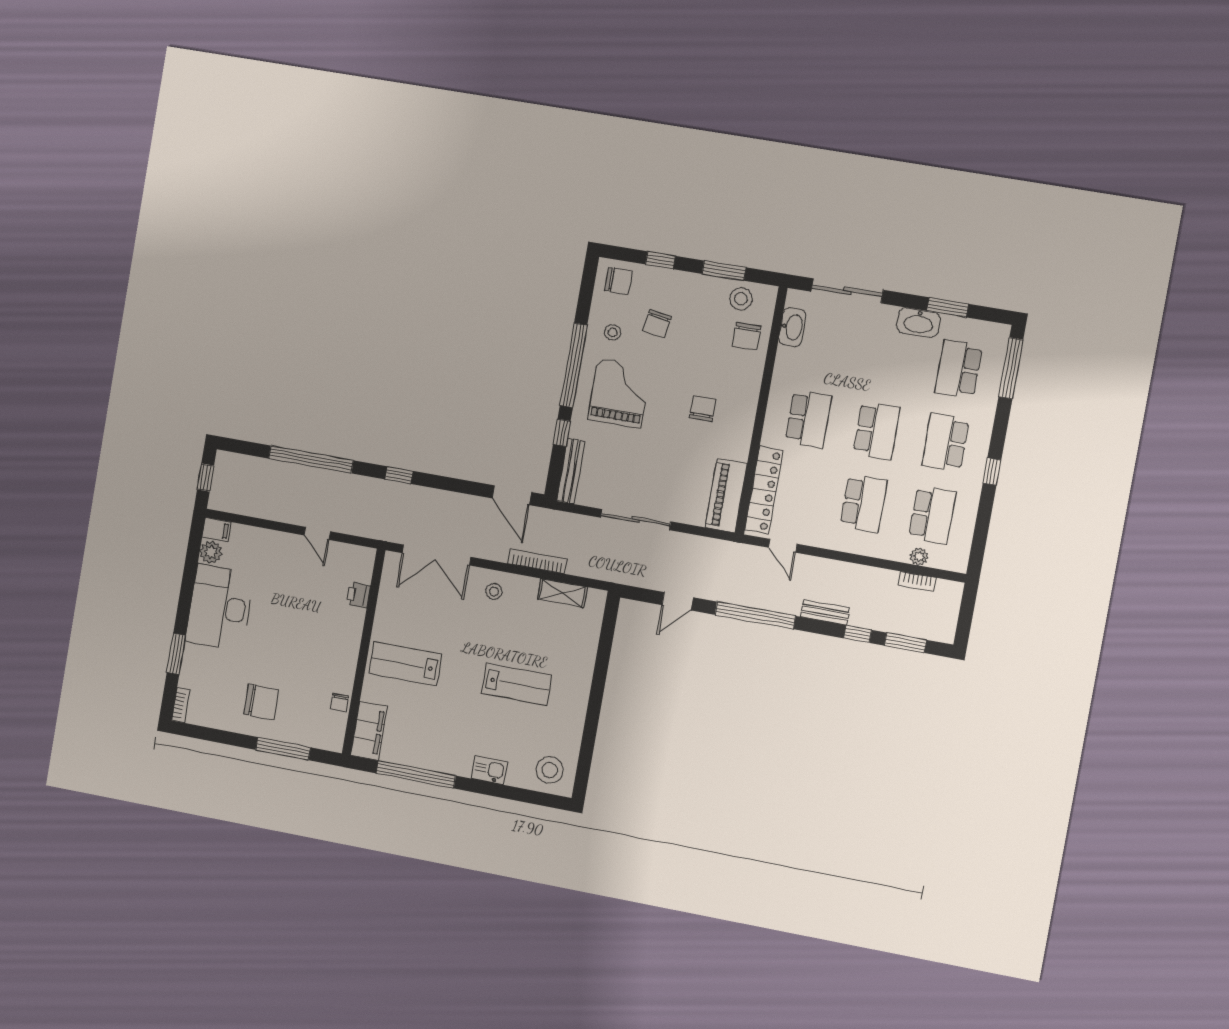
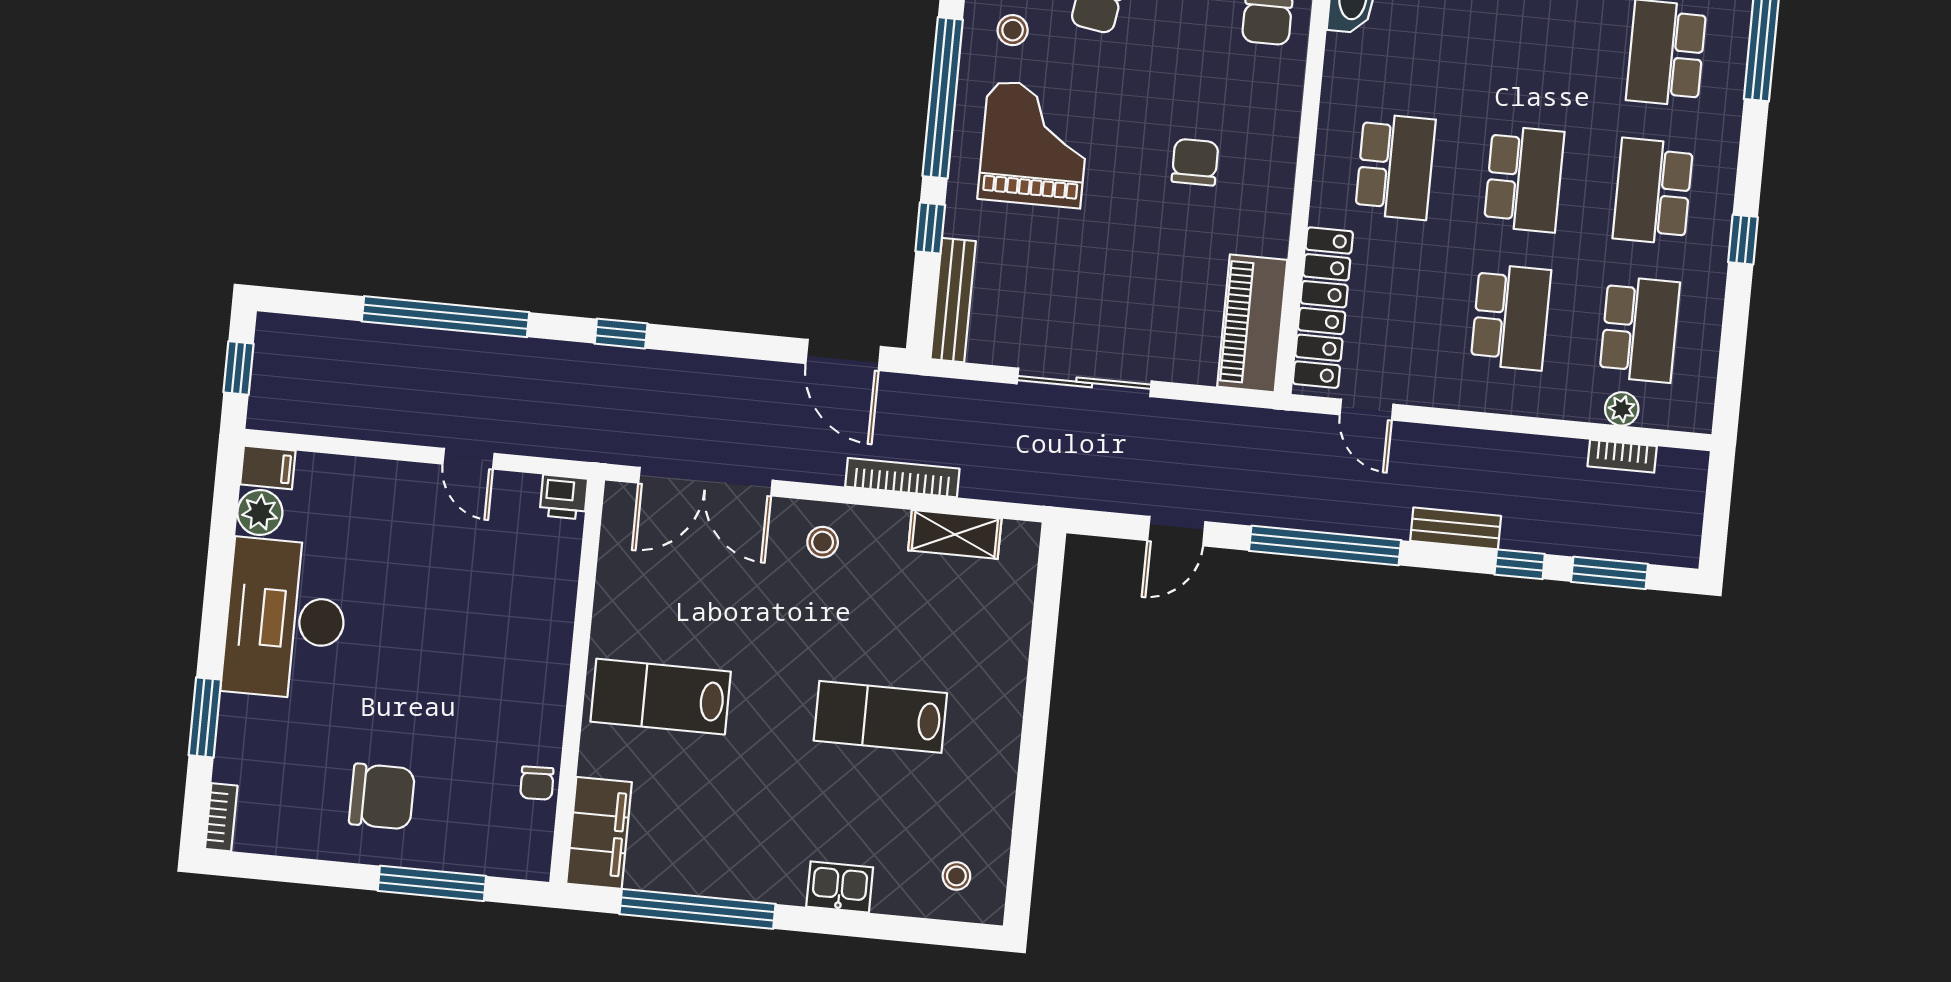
printer: (358, 595) -> (564, 497), moved, turned -90
lab bench: (517, 684) -> (880, 717), turned 180
stool: (550, 770) -> (956, 876), width x0.53, depth x0.53

